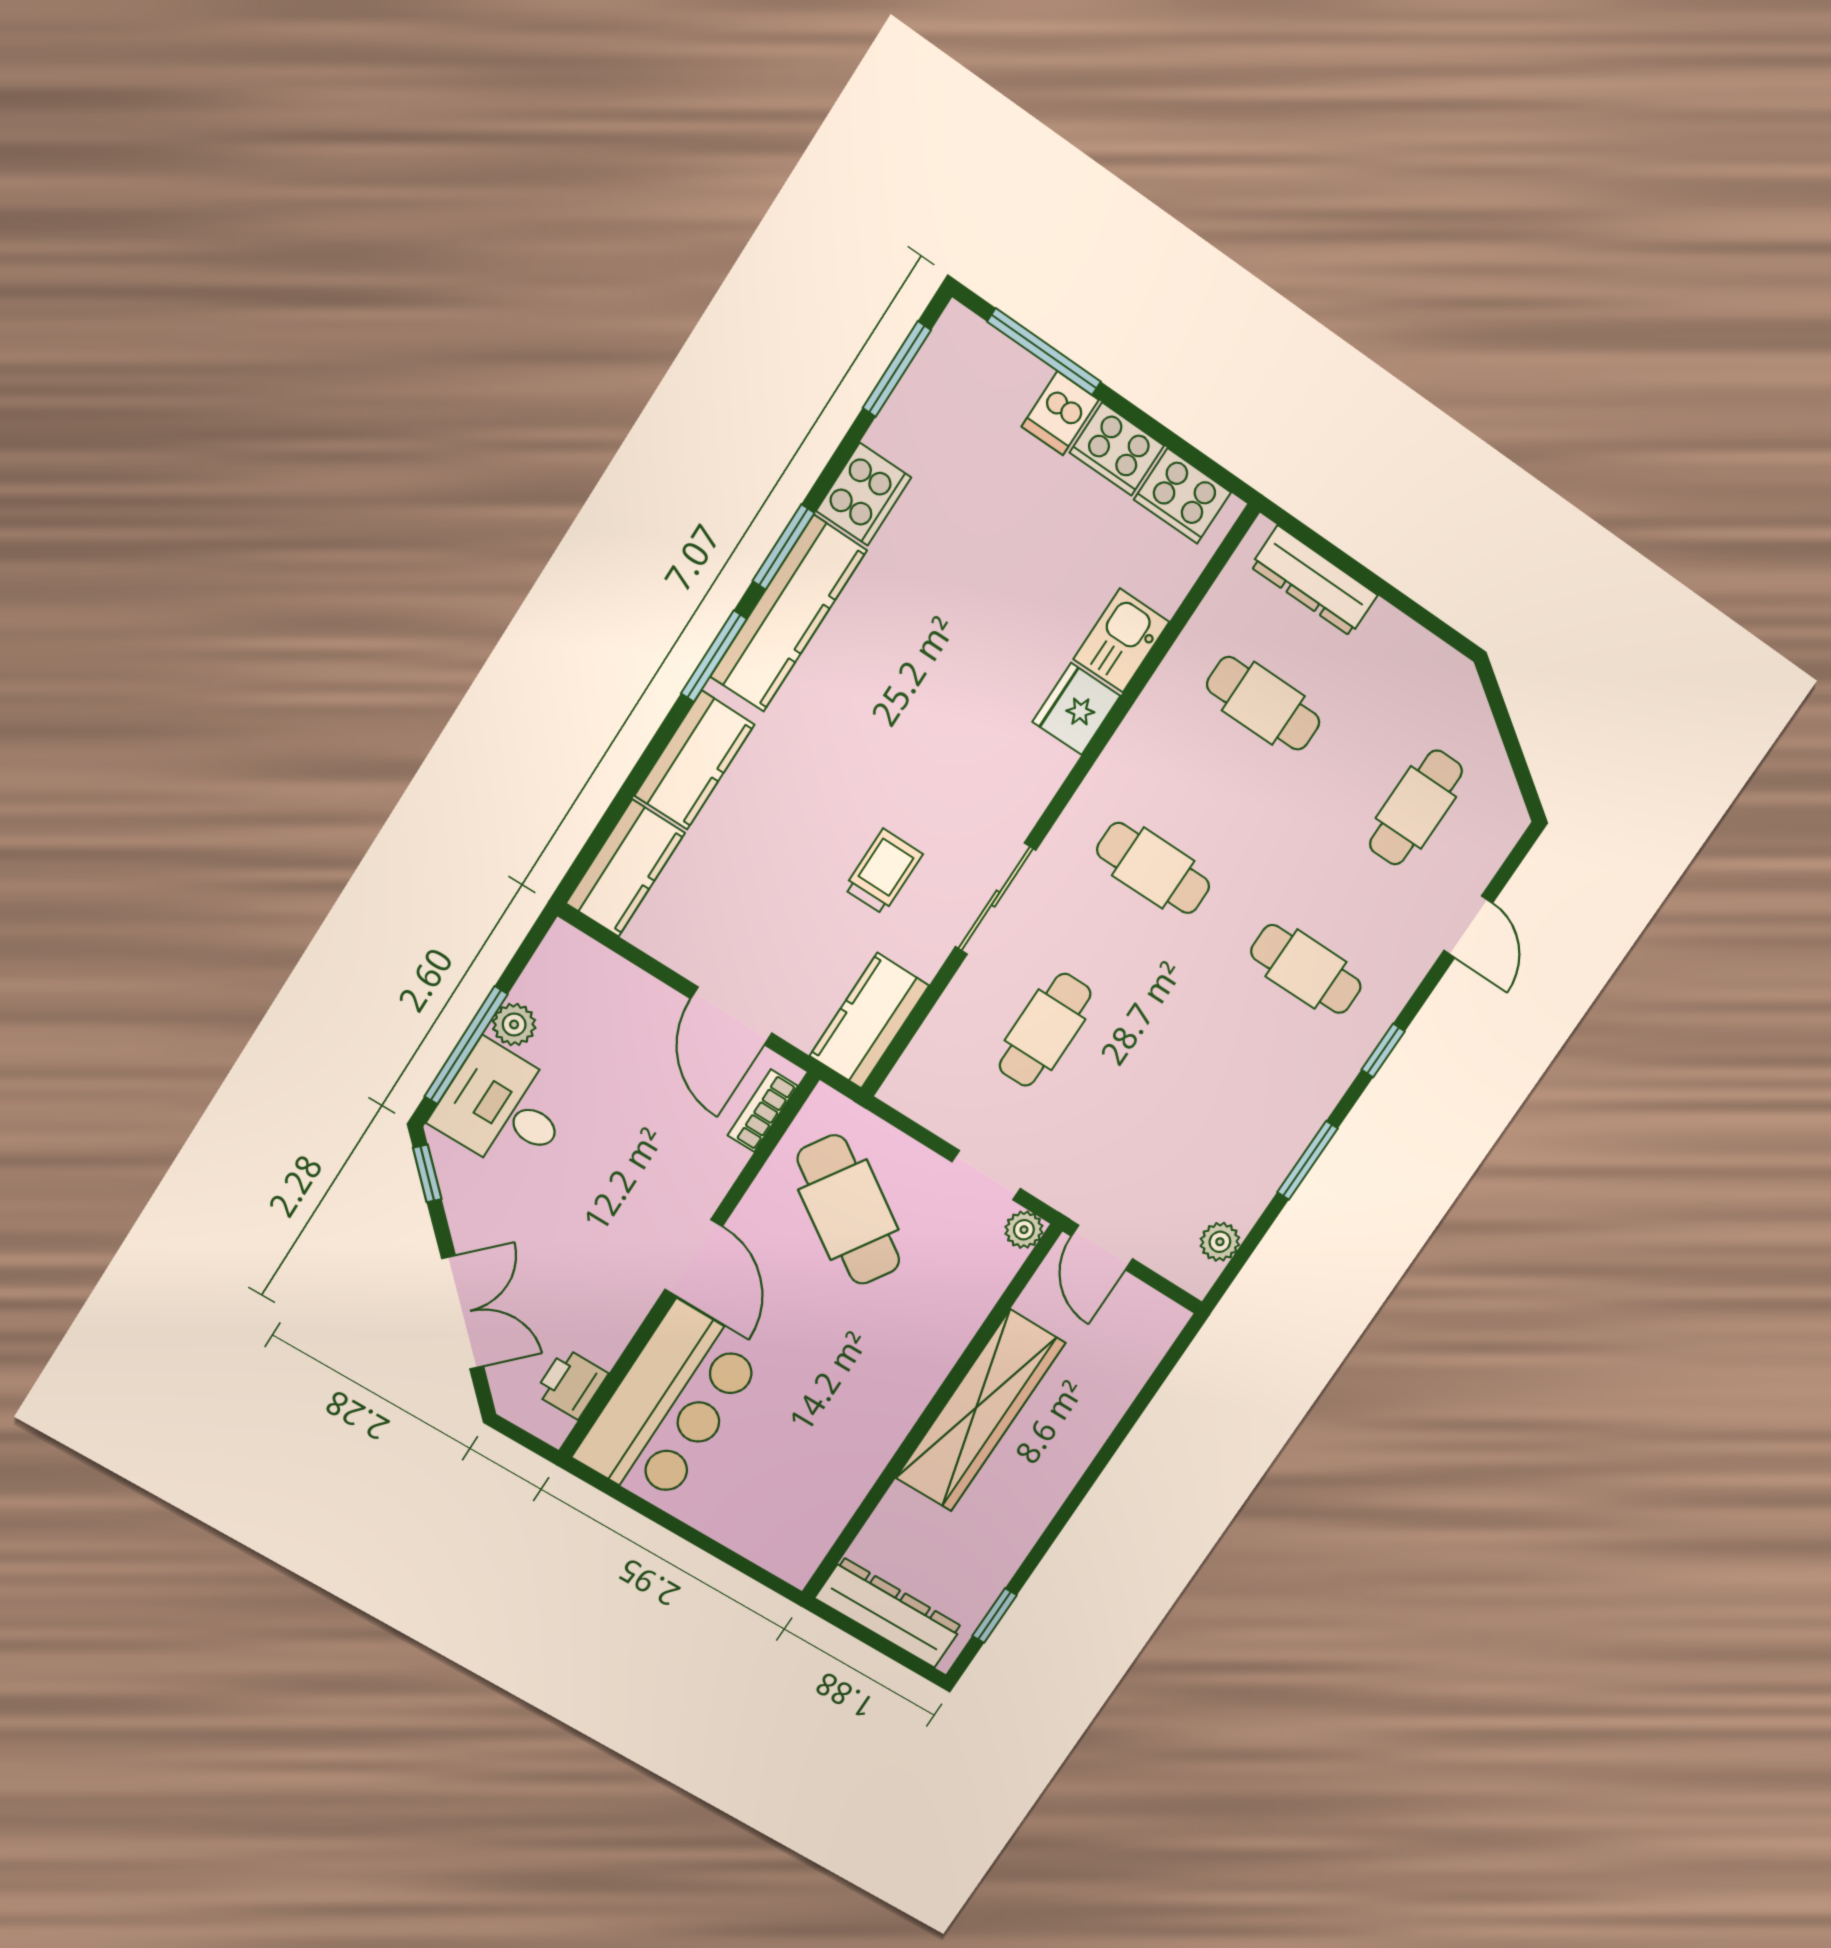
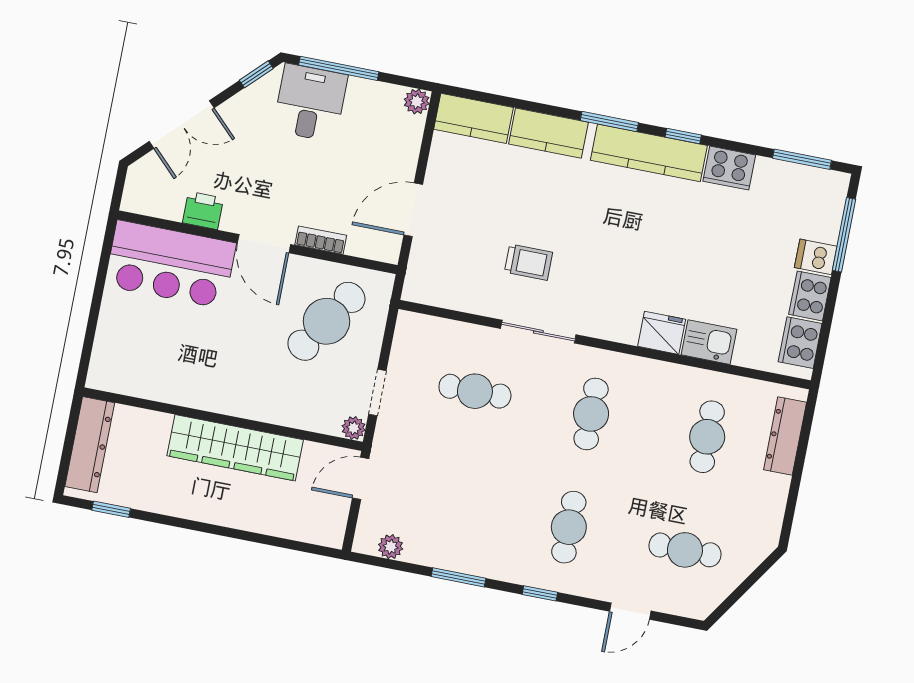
window: (783, 547) -> (683, 136), width x0.67
kitchen counter: (869, 1021) -> (441, 289), removed
plant: (514, 1024) -> (417, 101), moved
bookcase: (763, 1111) -> (321, 240), moved
door: (694, 1258) -> (264, 244), hinge flipped
printer: (571, 1384) -> (203, 210), moved

